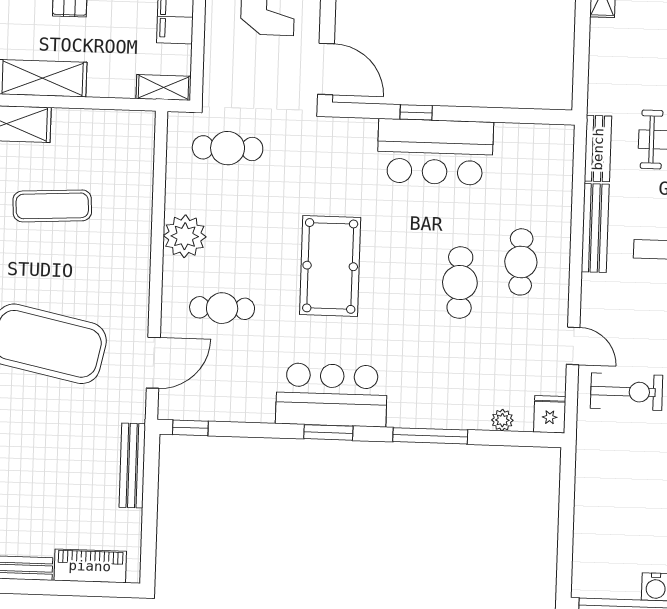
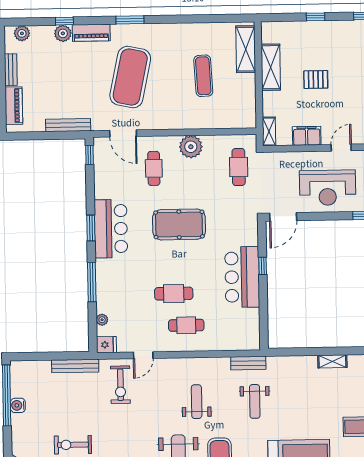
bench: (595, 228) -> (75, 366), moved

